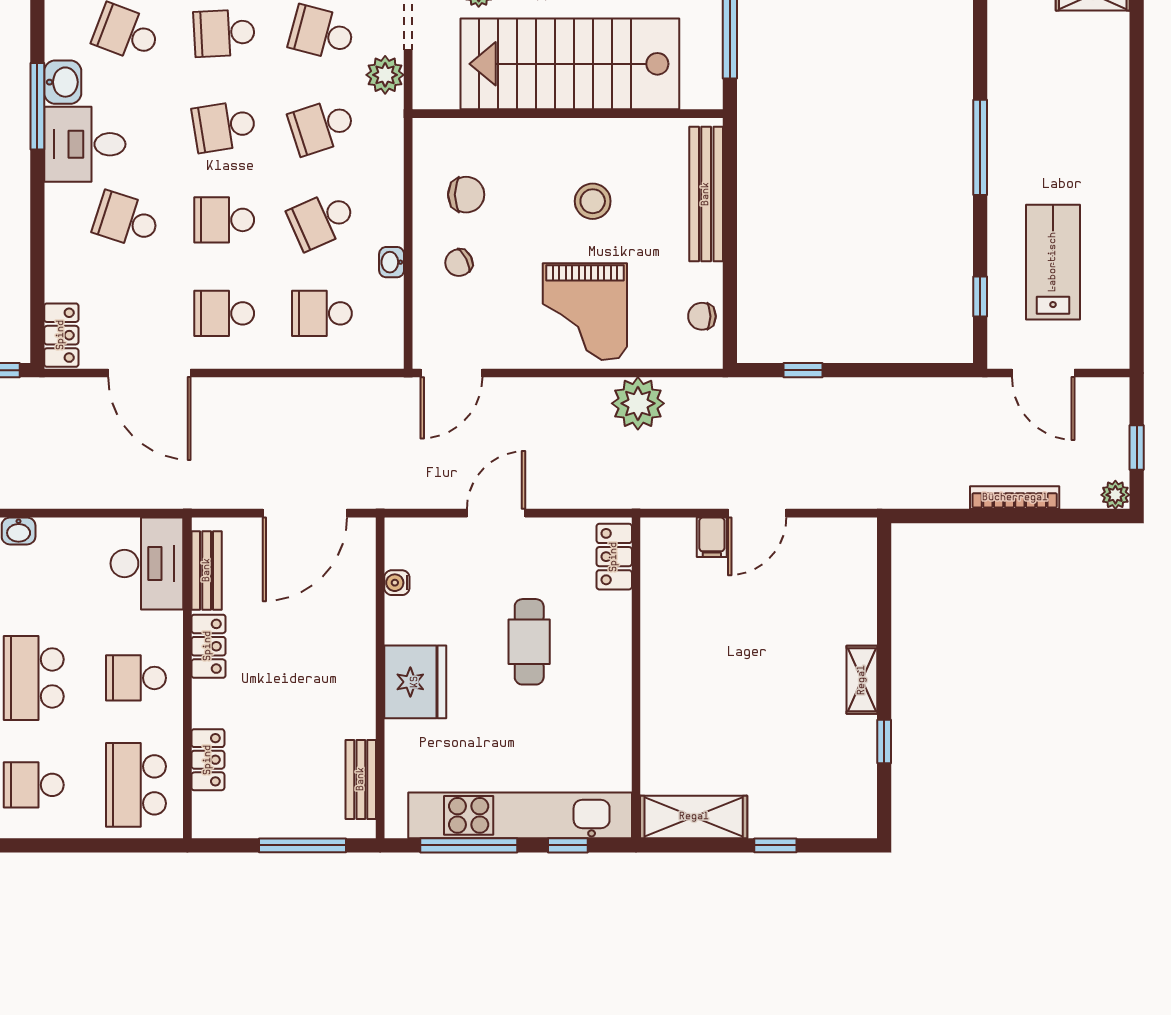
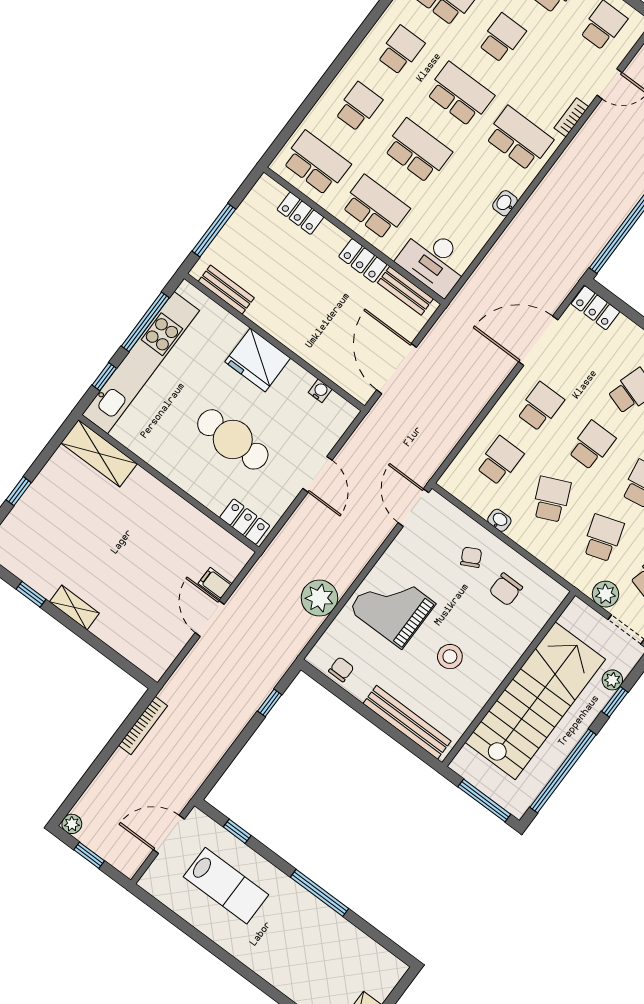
bookcase: (1015, 498) -> (143, 726), moved
cafe table: (529, 642) -> (233, 439), width x1.37, depth x1.35
school desk: (136, 678) -> (375, 207), width x1.85
shelving: (694, 817) -> (99, 453), moved, turned 90

